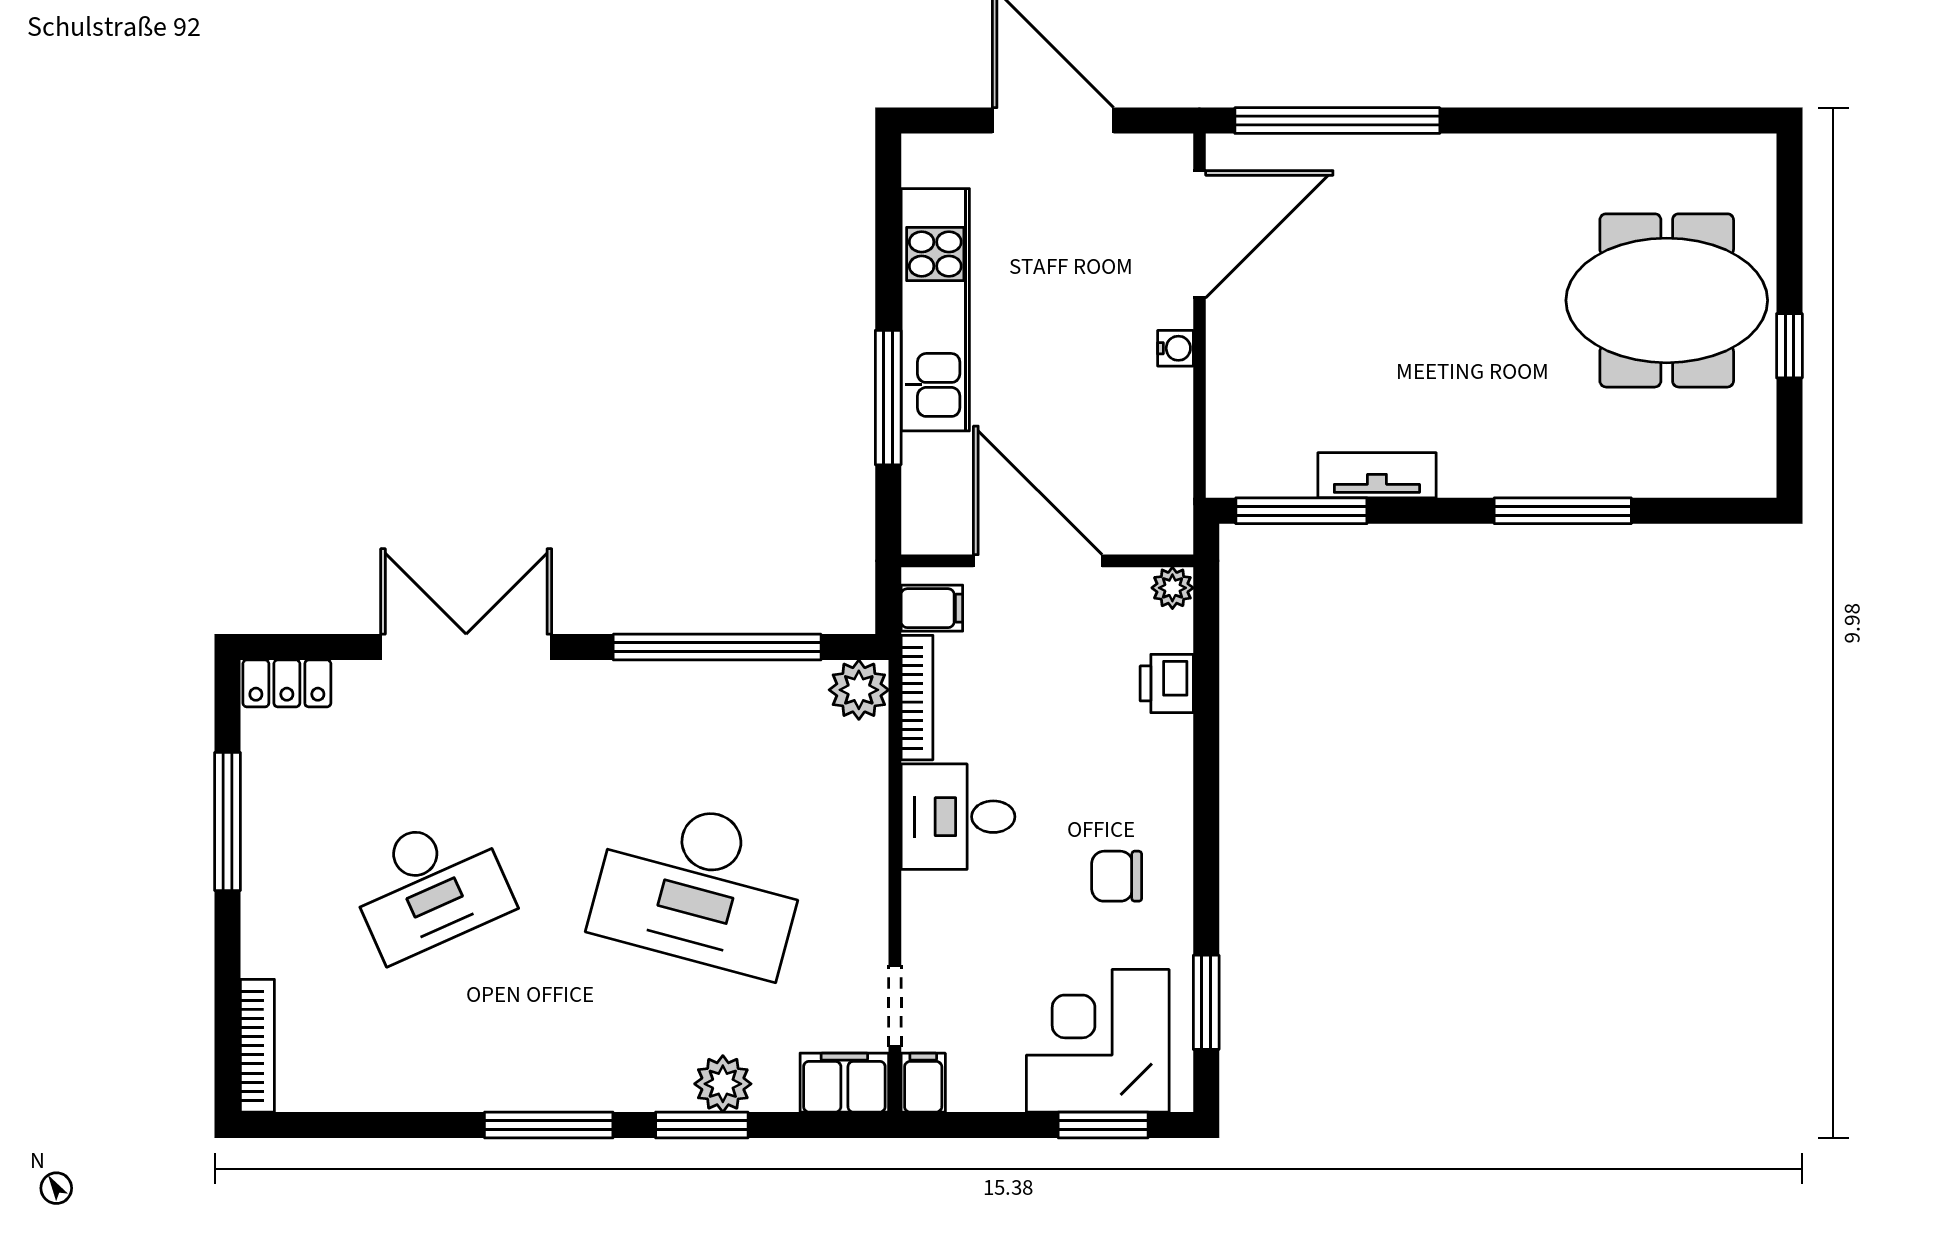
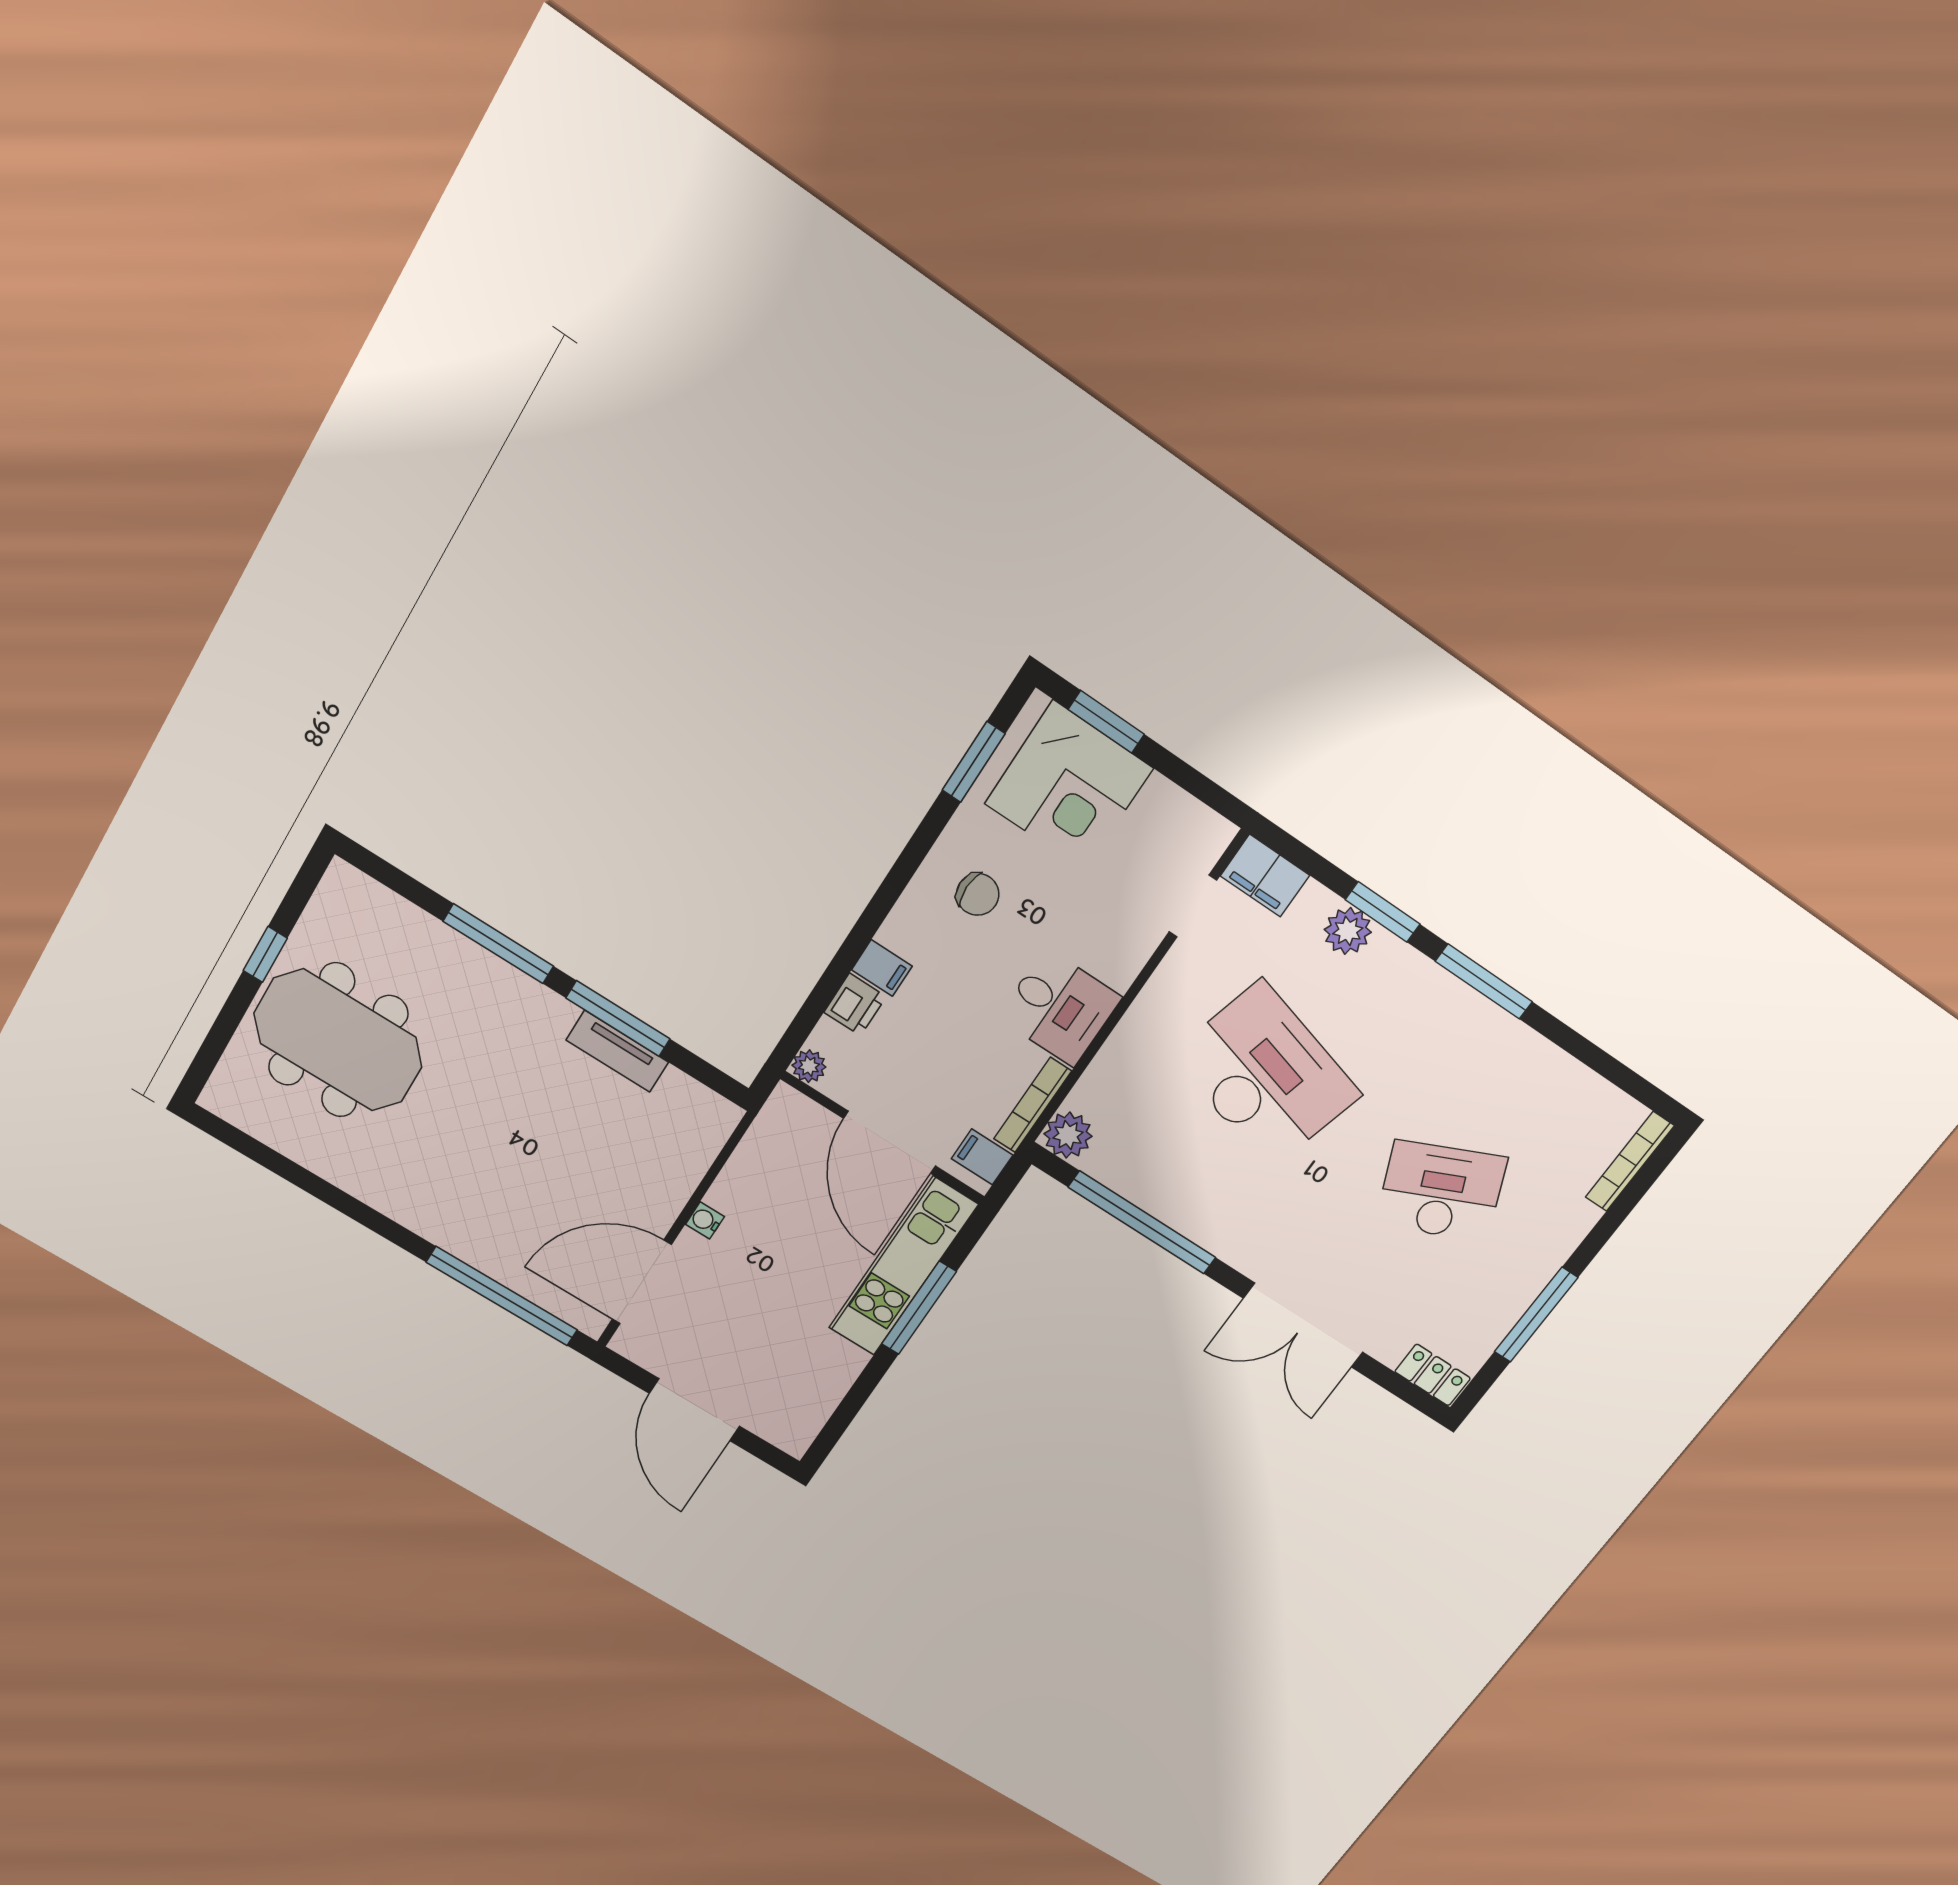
kitchen unit: (935, 310) -> (903, 1266), moved
window: (1301, 511) -> (618, 1019), moved
filing cabinet: (923, 1083) -> (882, 968), moved, turned -90

